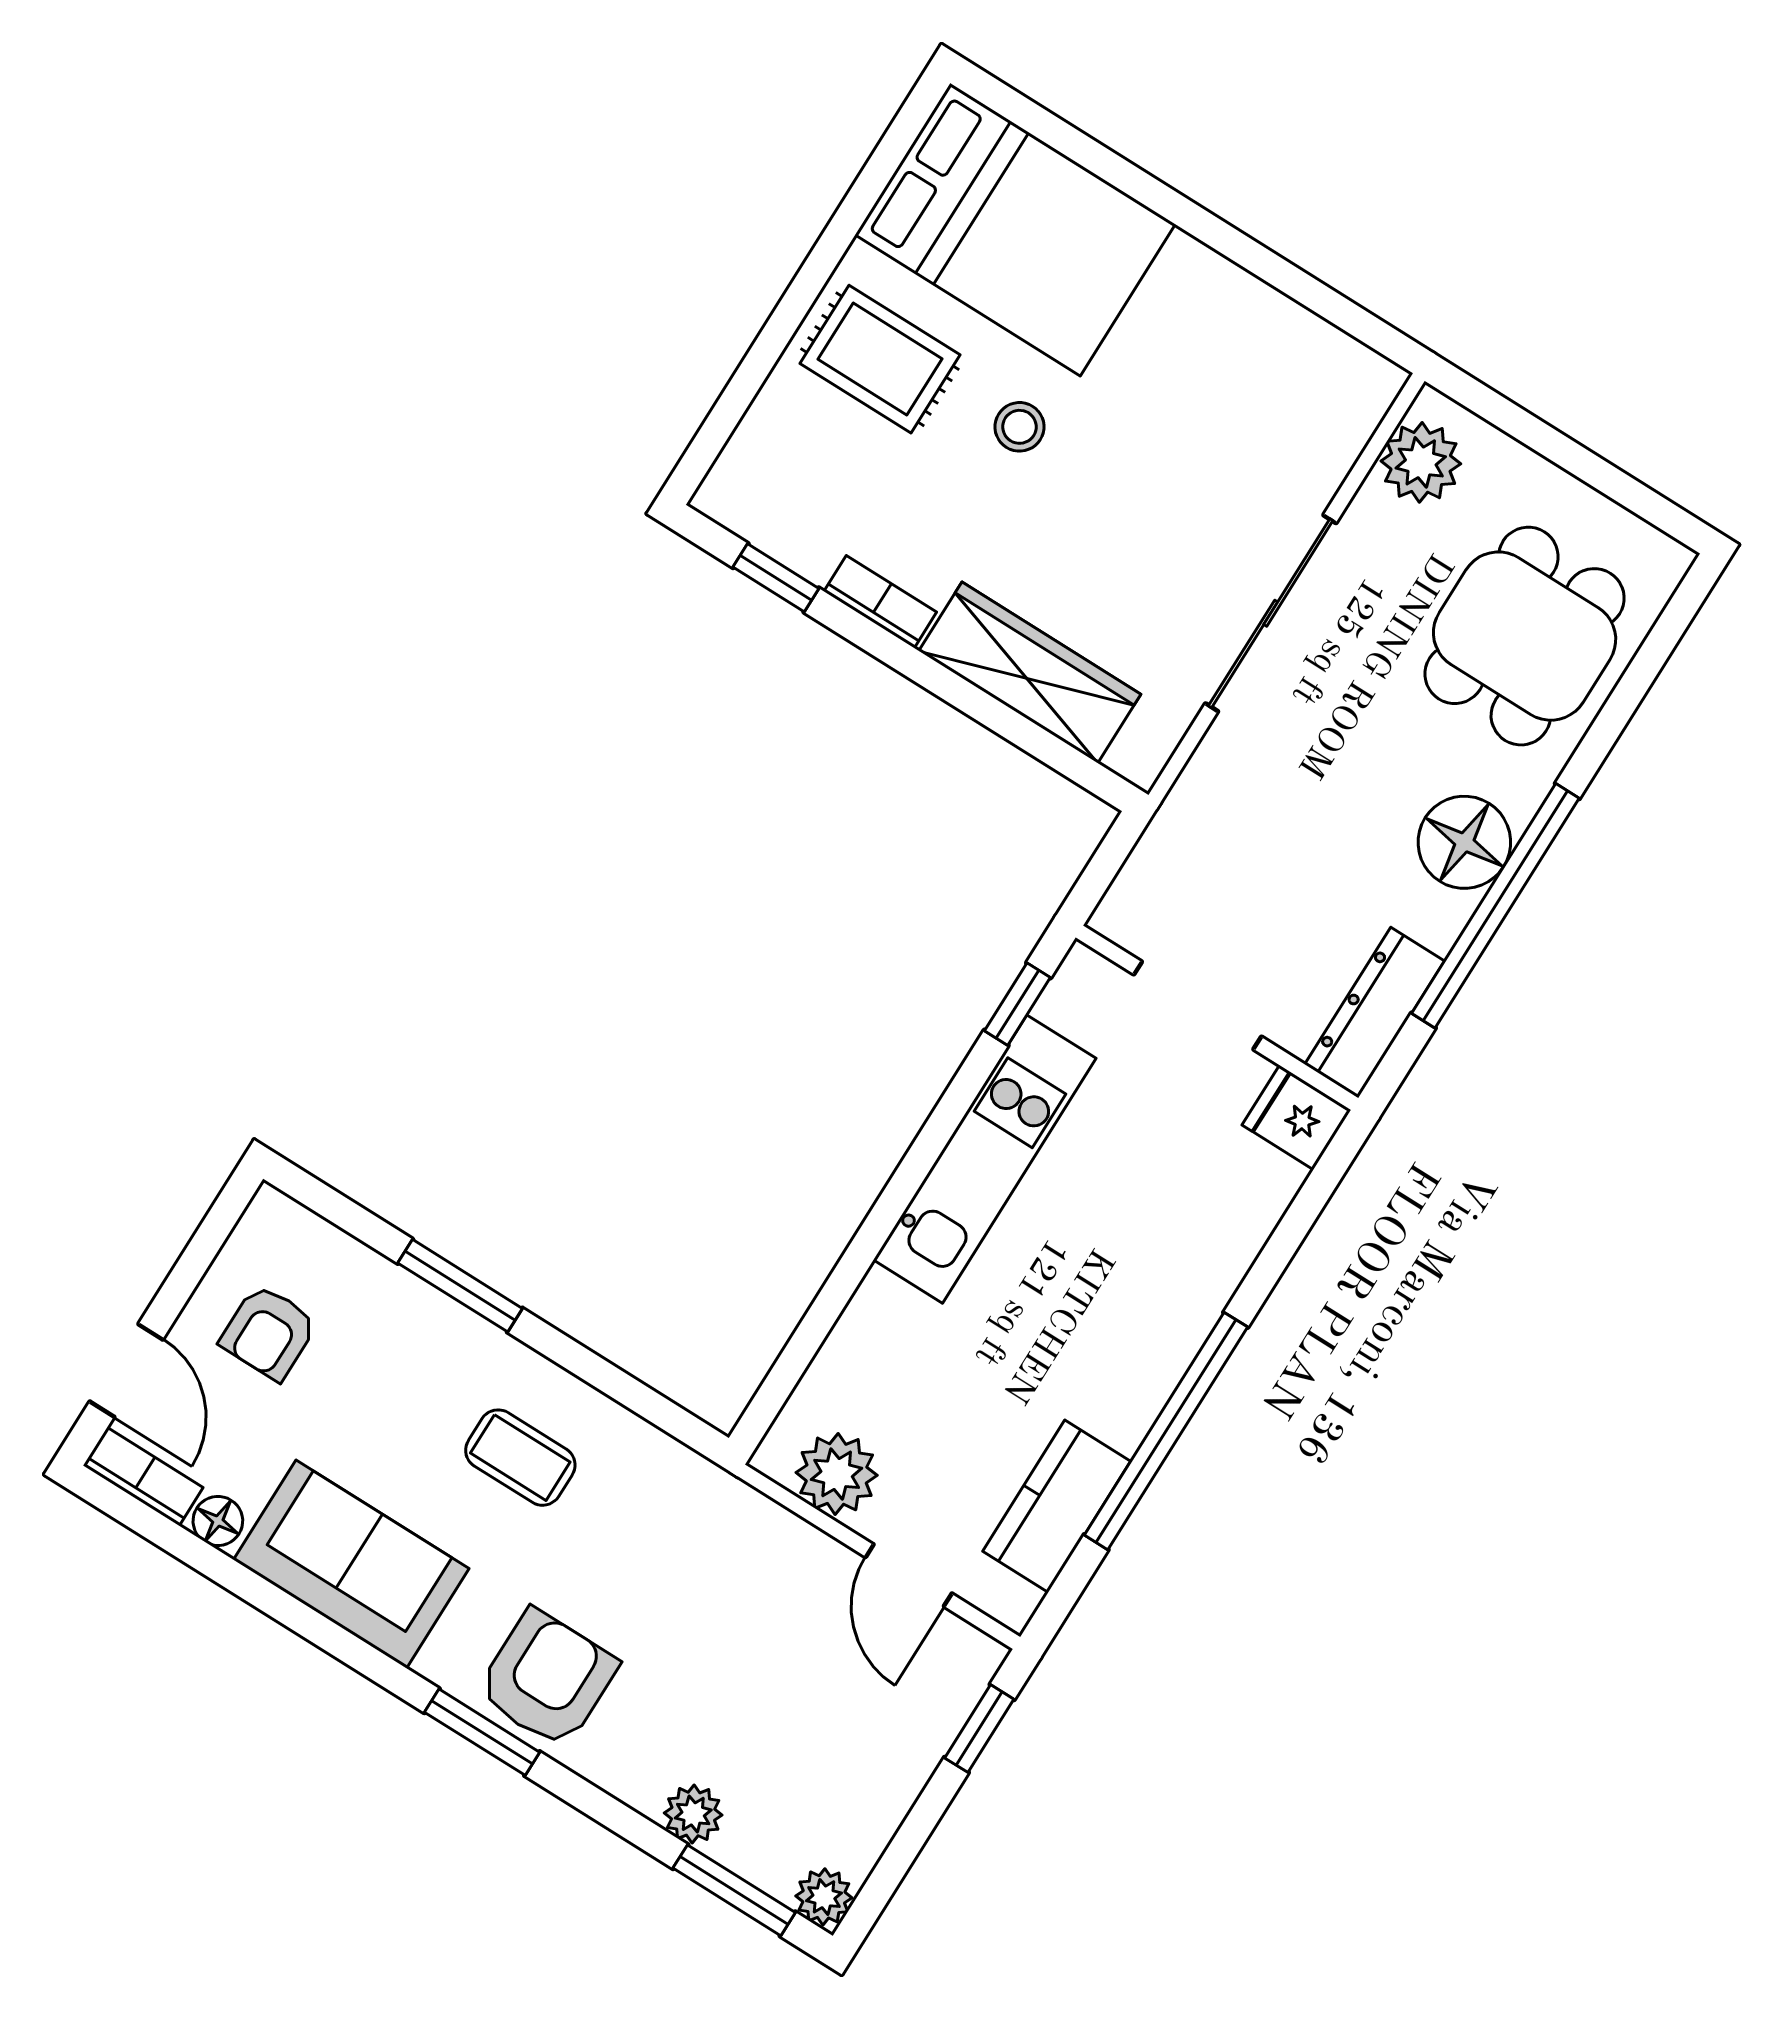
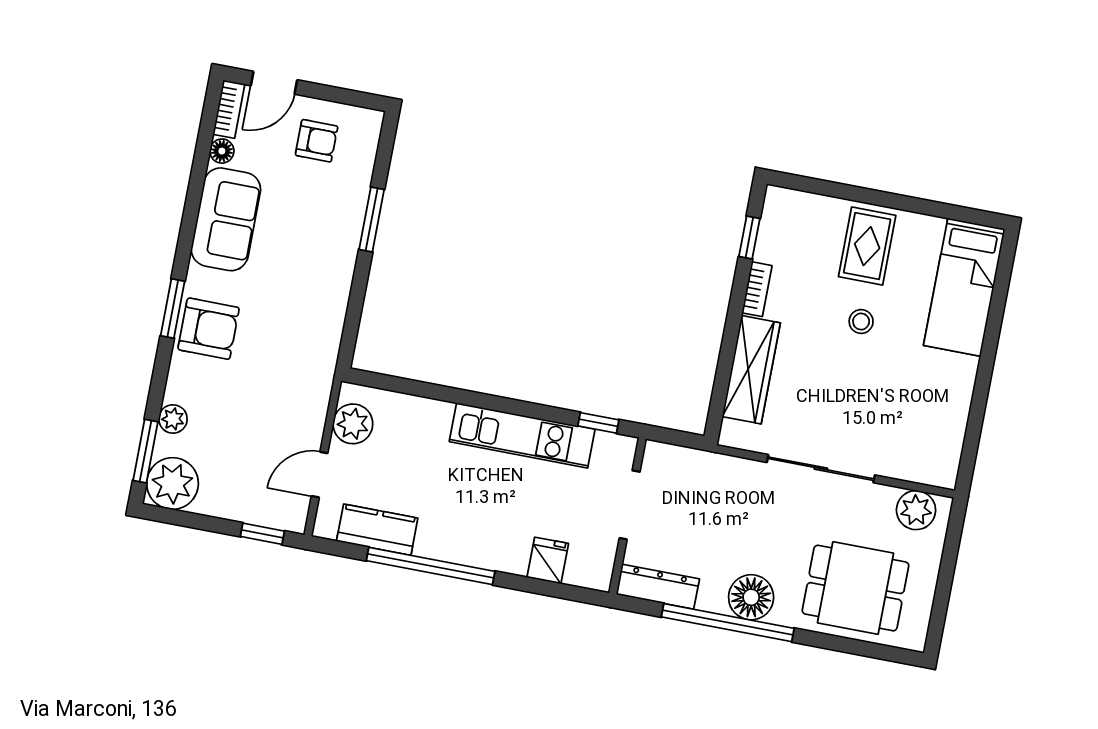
bed: (1015, 230) -> (964, 287), width x0.67
fridge: (1296, 1117) -> (548, 560), moved
armchair: (269, 1332) -> (317, 141), turned 180
coffee table: (520, 1458) -> (304, 277), removed
plant: (824, 1897) -> (173, 483), width x1.87, depth x1.87

